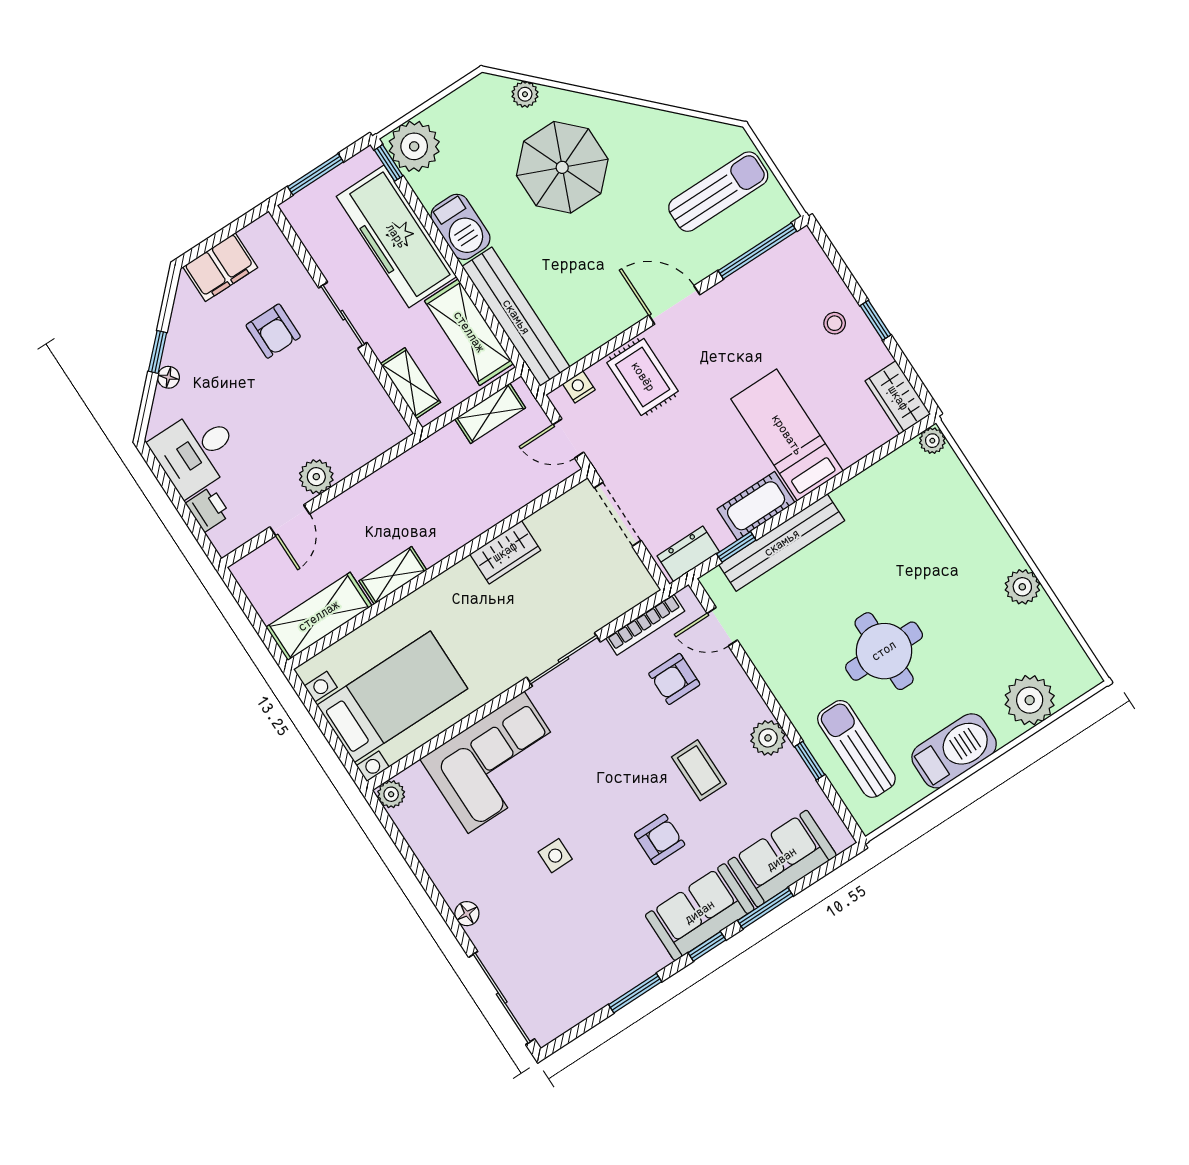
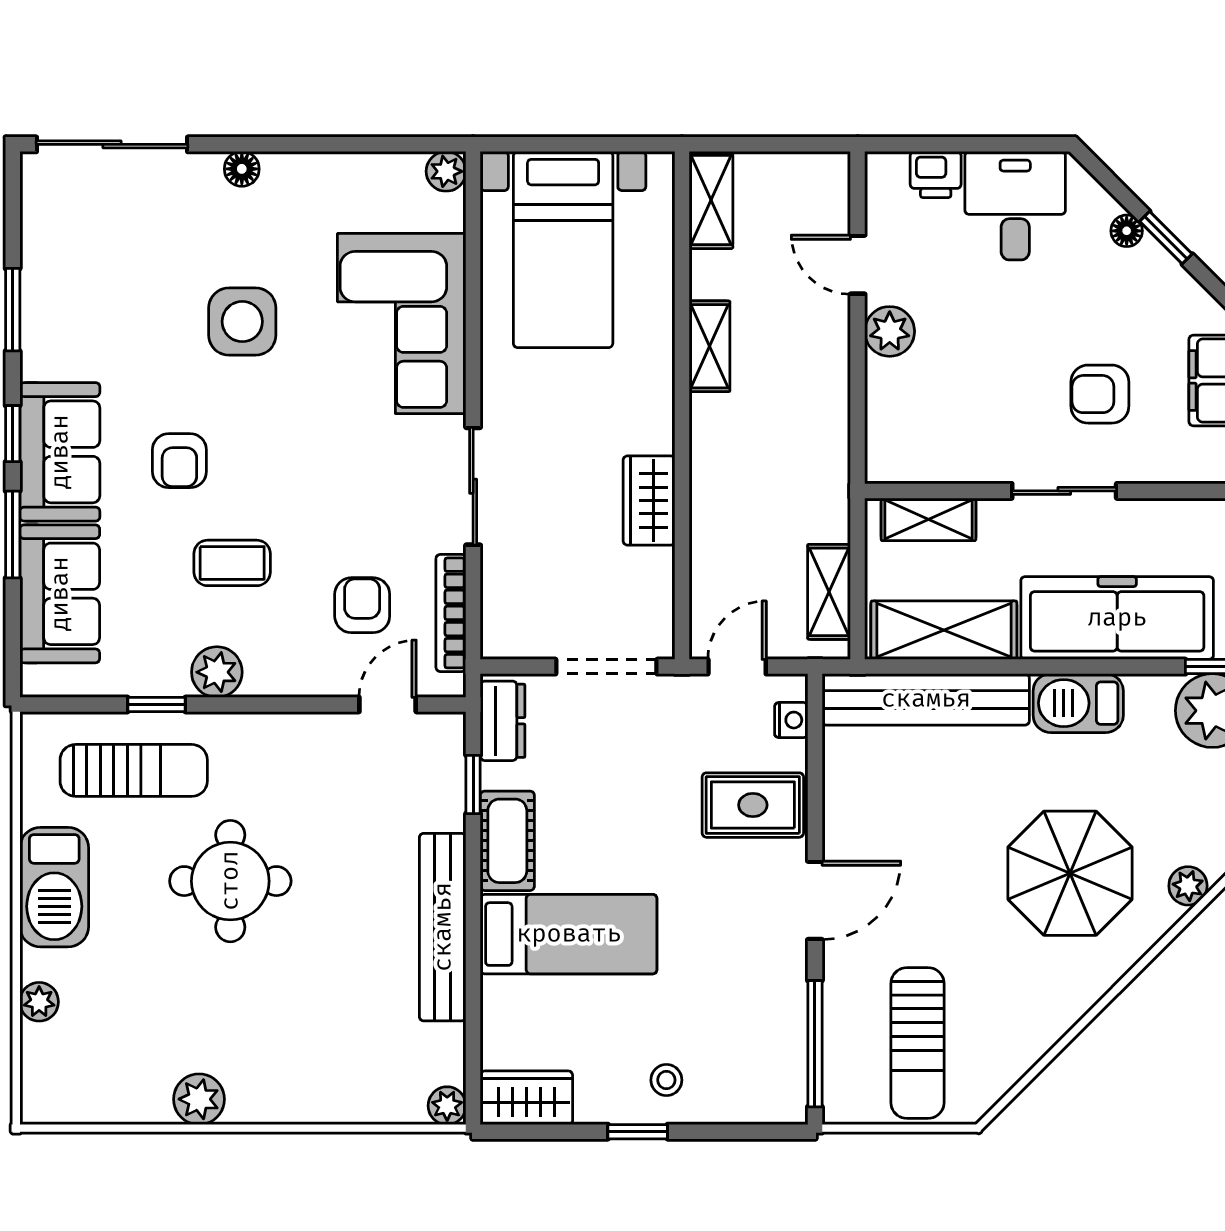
bench: (782, 543) -> (443, 927), moved
shelving: (319, 616) -> (711, 200), width x0.67, depth x0.75
plant: (1030, 700) -> (39, 1002), width x0.53, depth x0.53
side table: (555, 856) -> (242, 322), width x1.87, depth x1.87

